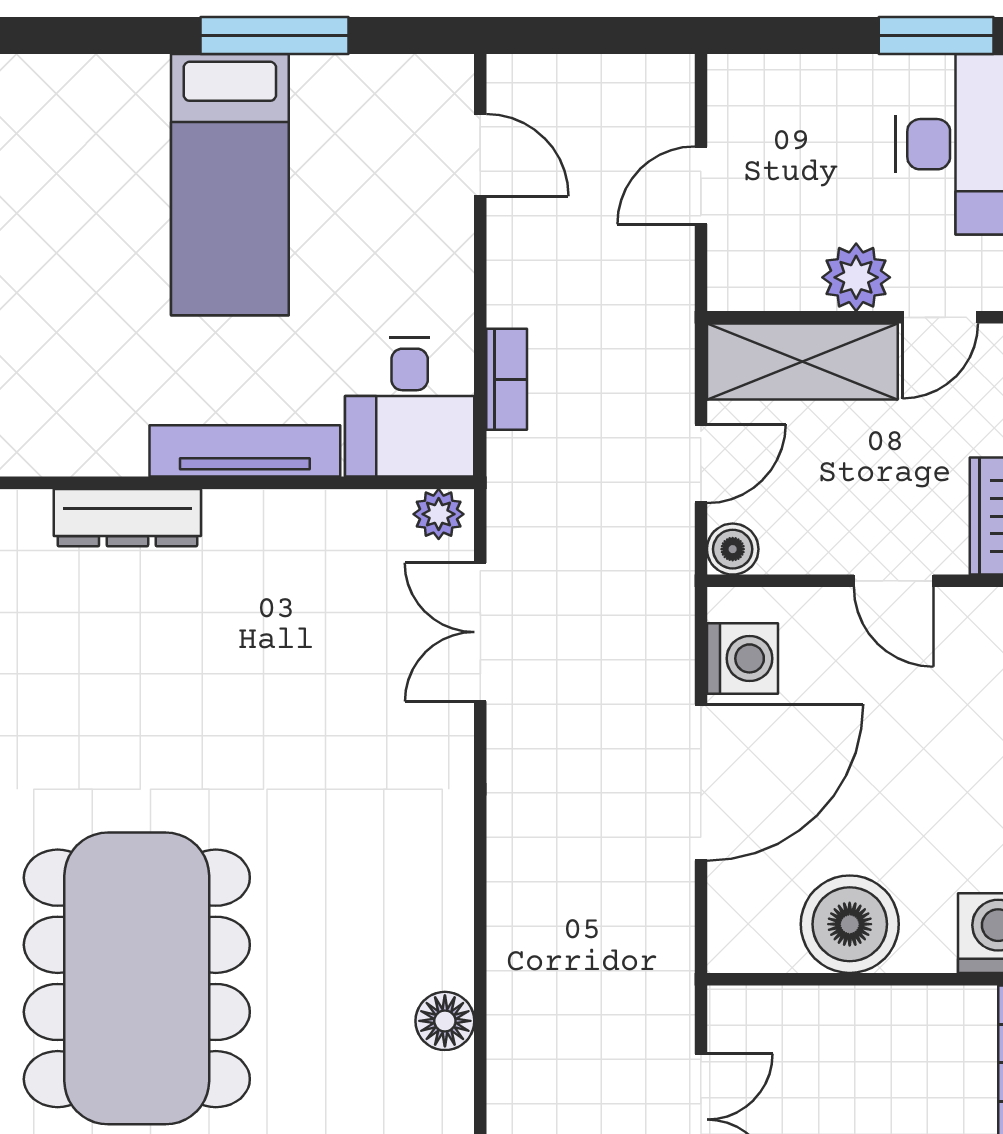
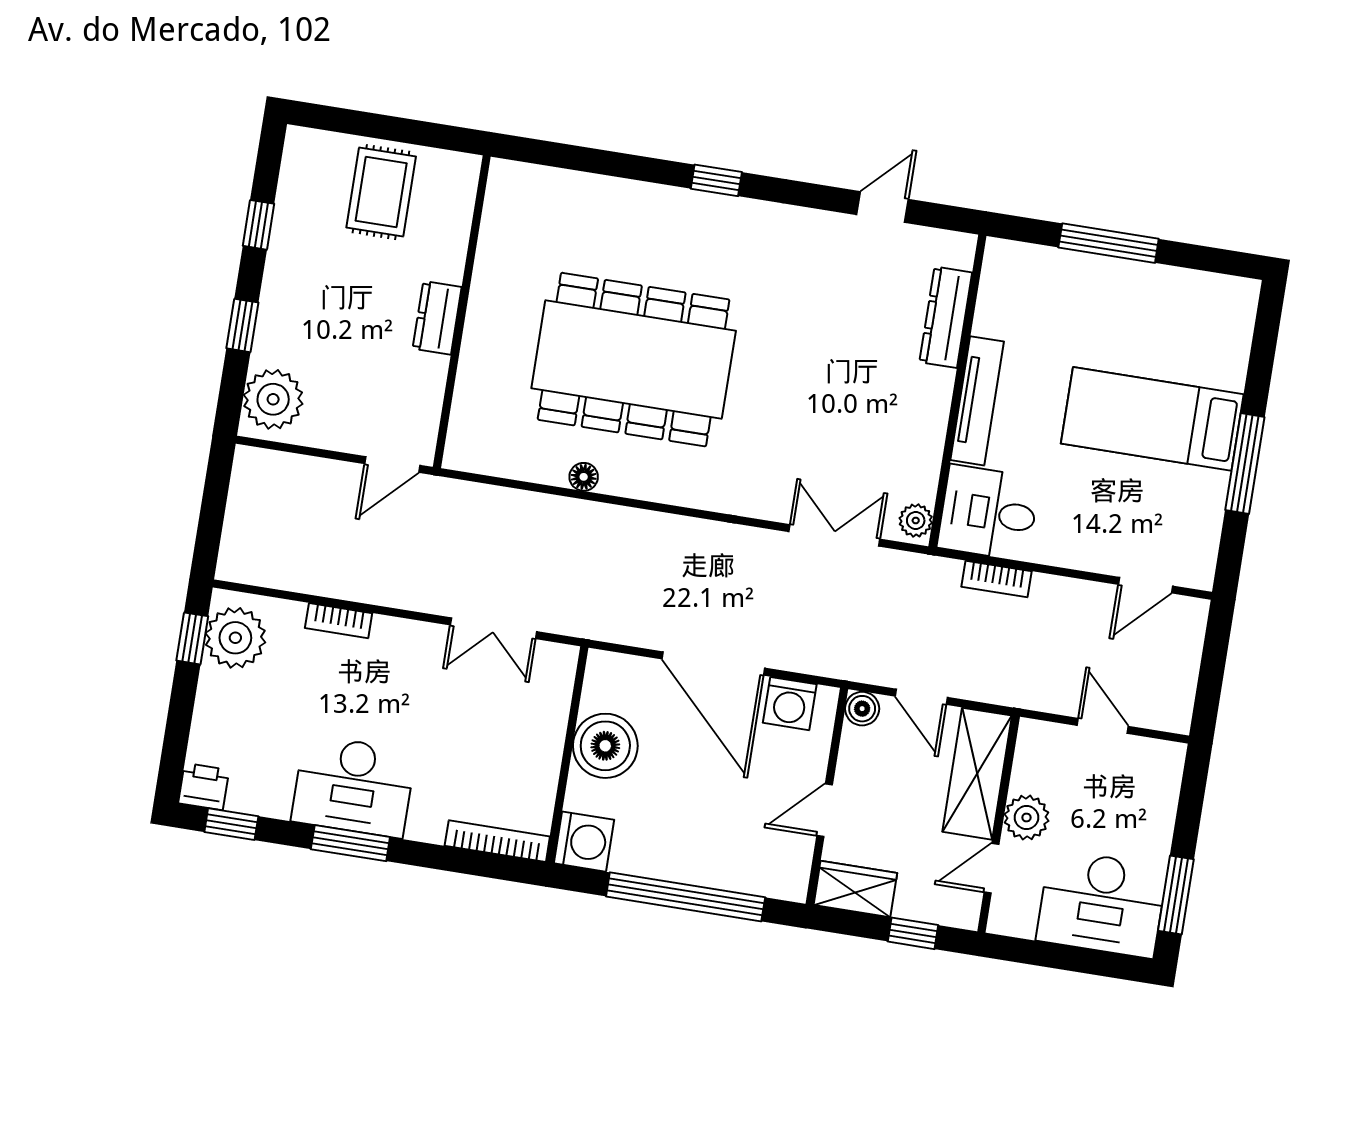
door: (940, 317) -> (992, 868), hinge flipped
dining table: (137, 978) -> (634, 360), moved
floor lamp: (445, 1021) -> (584, 477), width x0.73, depth x0.73

